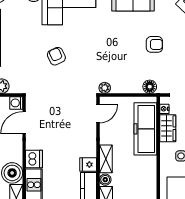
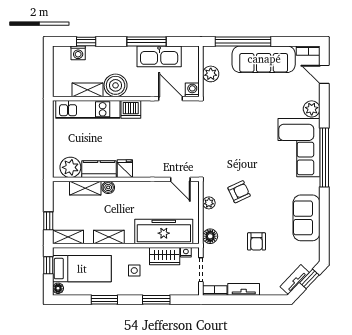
armchair: (56, 56) -> (239, 192), moved
plant: (105, 88) -> (209, 203), moved
shelving: (106, 159) -> (109, 237), moved

